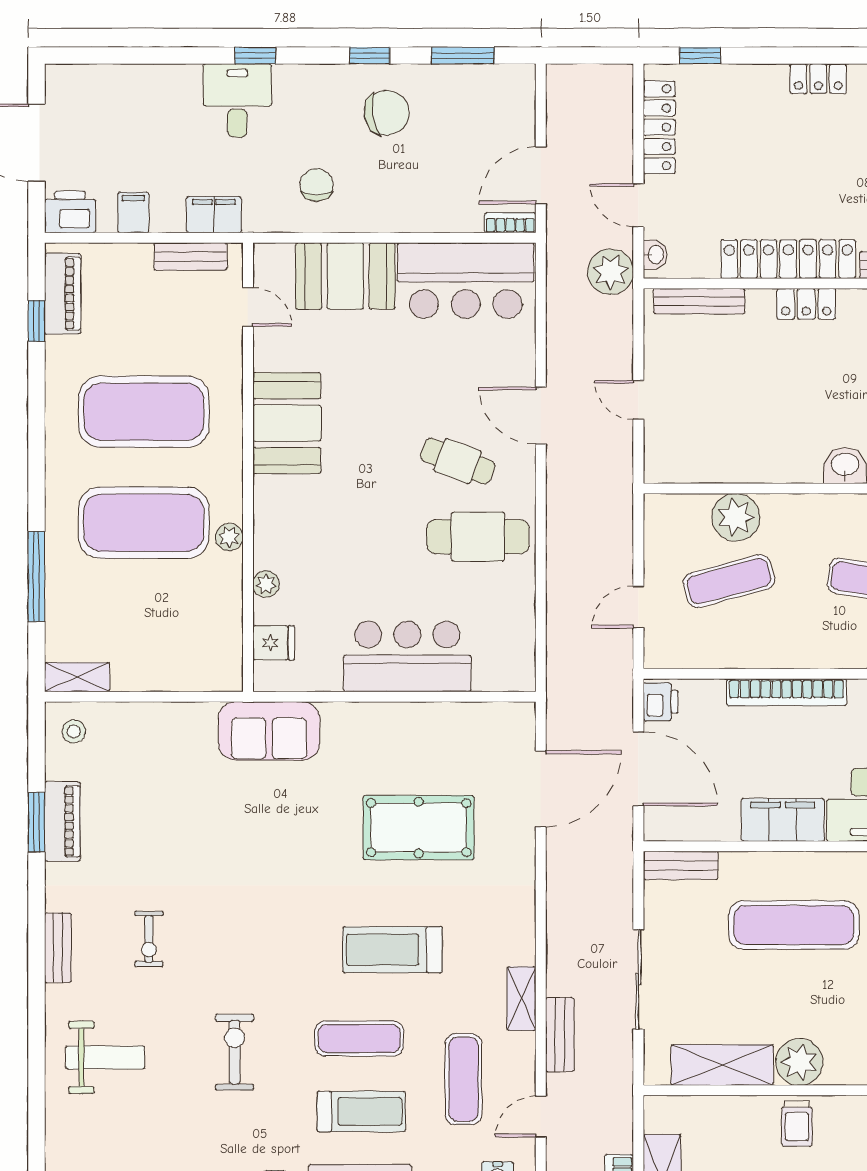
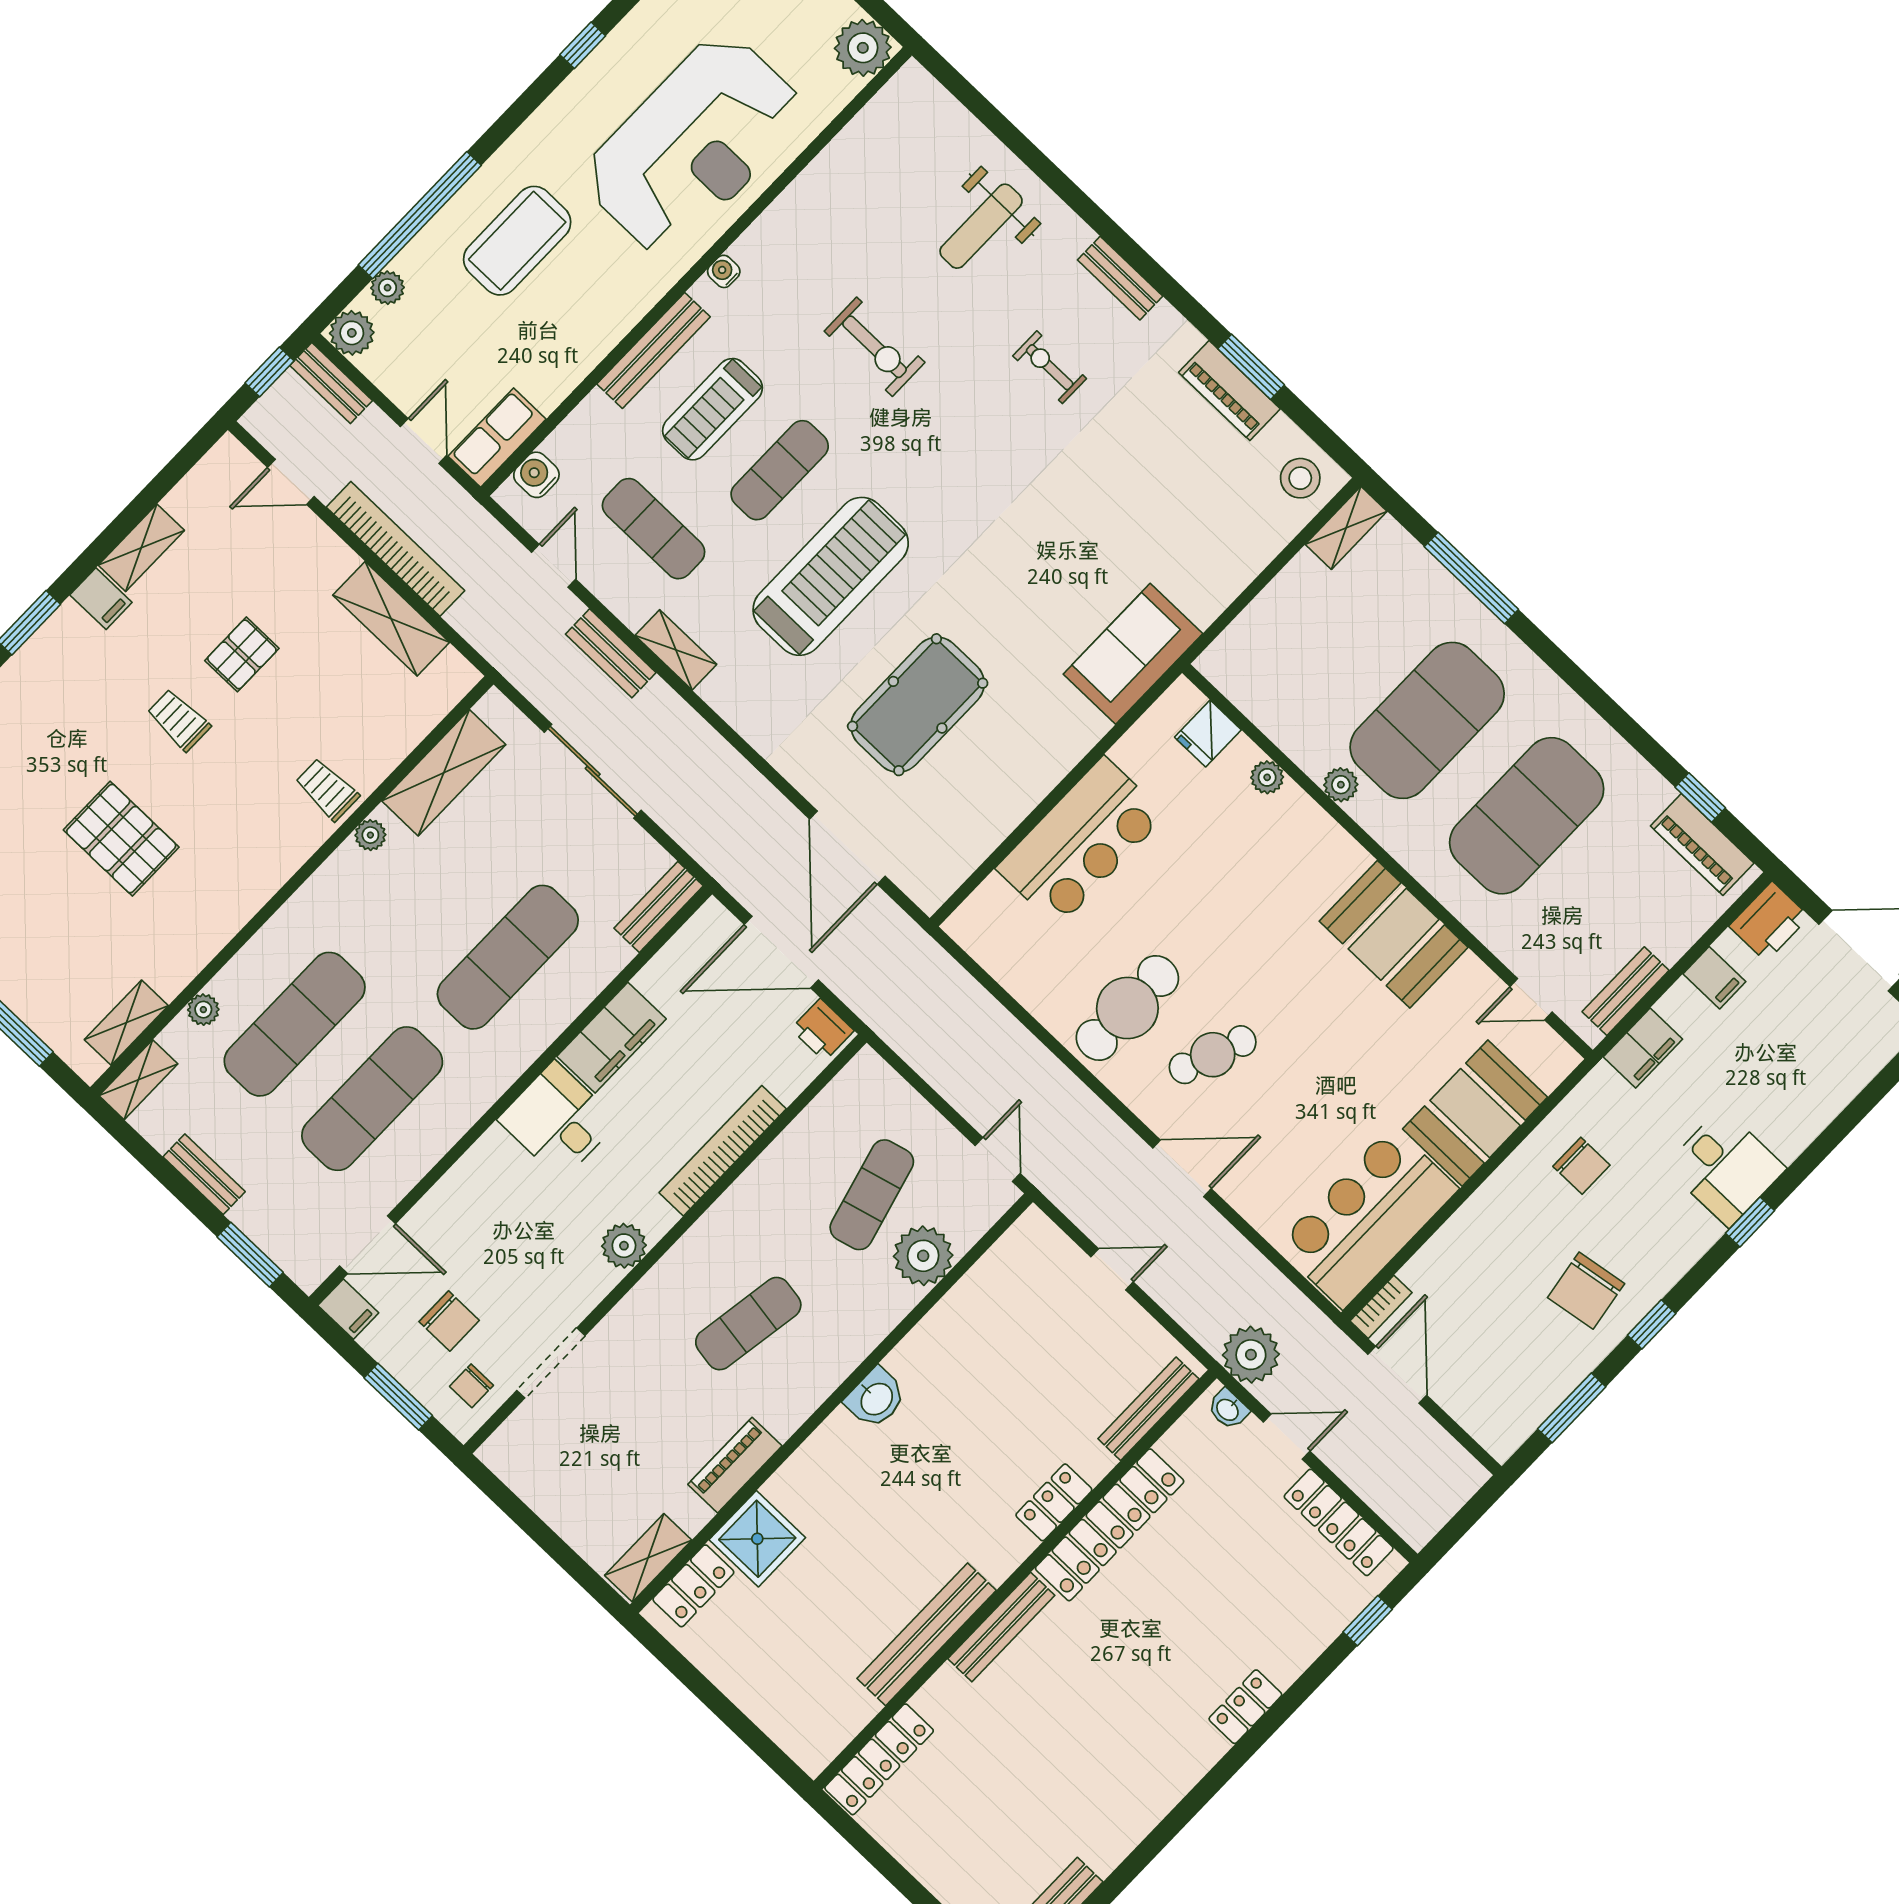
door: (638, 607) -> (998, 1160), moved
stool: (74, 731) -> (1300, 478), width x1.37, depth x1.37
treadmill: (393, 950) -> (831, 576), width x1.37, depth x1.38
plant: (799, 1062) -> (370, 835), width x0.53, depth x0.53

